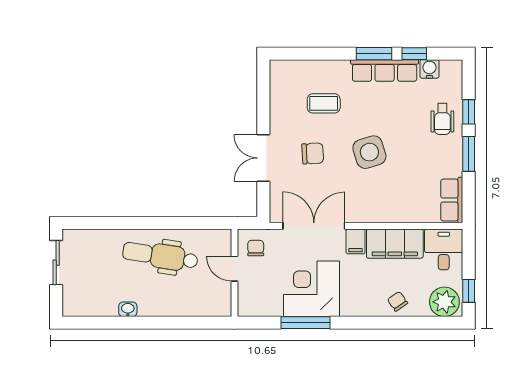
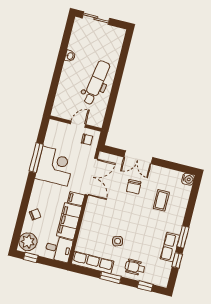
water cooler: (429, 69) -> (188, 179), moved
row of seats: (385, 70) -> (170, 247), width x0.68
window: (469, 112) -> (145, 286), moved
side table: (369, 152) -> (118, 241), moved, width x0.54, depth x0.54
double door: (263, 158) -> (138, 157), swing flipped
row of seats: (452, 200) -> (93, 262), width x1.48
sliding door: (56, 263) -> (96, 18), moved

